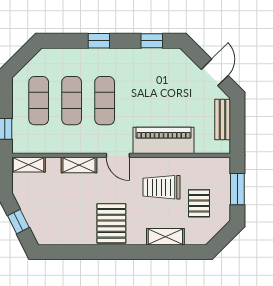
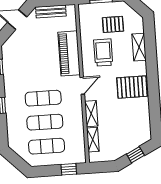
shelving: (29, 165) -> (93, 140), moved
trolley: (162, 187) -> (103, 52), turned 180

